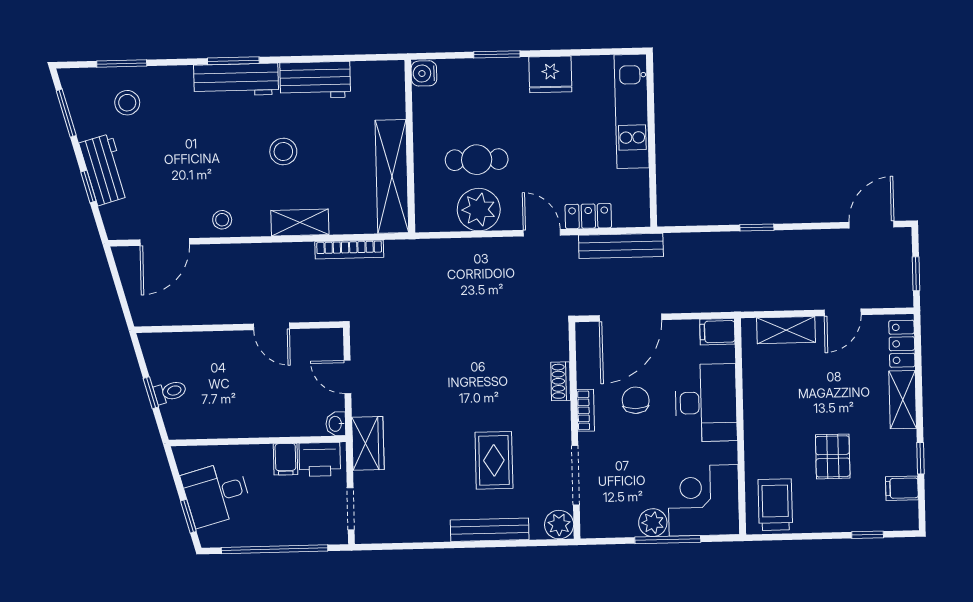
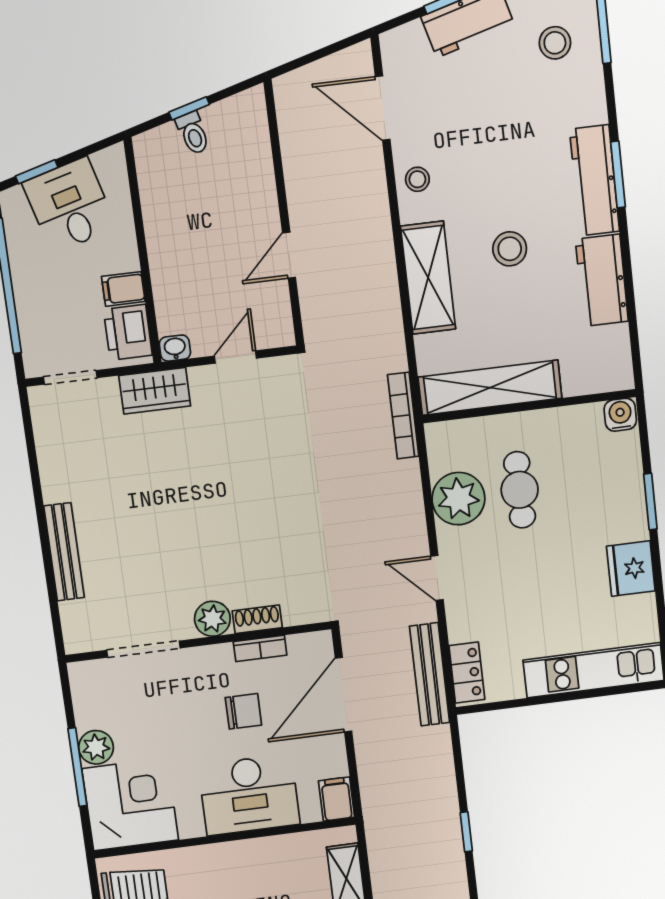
locker: (588, 216) -> (467, 673), moved
shelving: (300, 222) -> (428, 278), width x1.50, depth x1.33
door: (542, 233) -> (437, 578), swing flipped
bookcase: (349, 249) -> (403, 416), moved
door: (630, 318) -> (343, 695), hinge flipped
bookcase: (586, 410) -> (260, 648), moved
rug: (494, 460) -> (151, 548), removed
plant: (559, 525) -> (212, 619), moved

